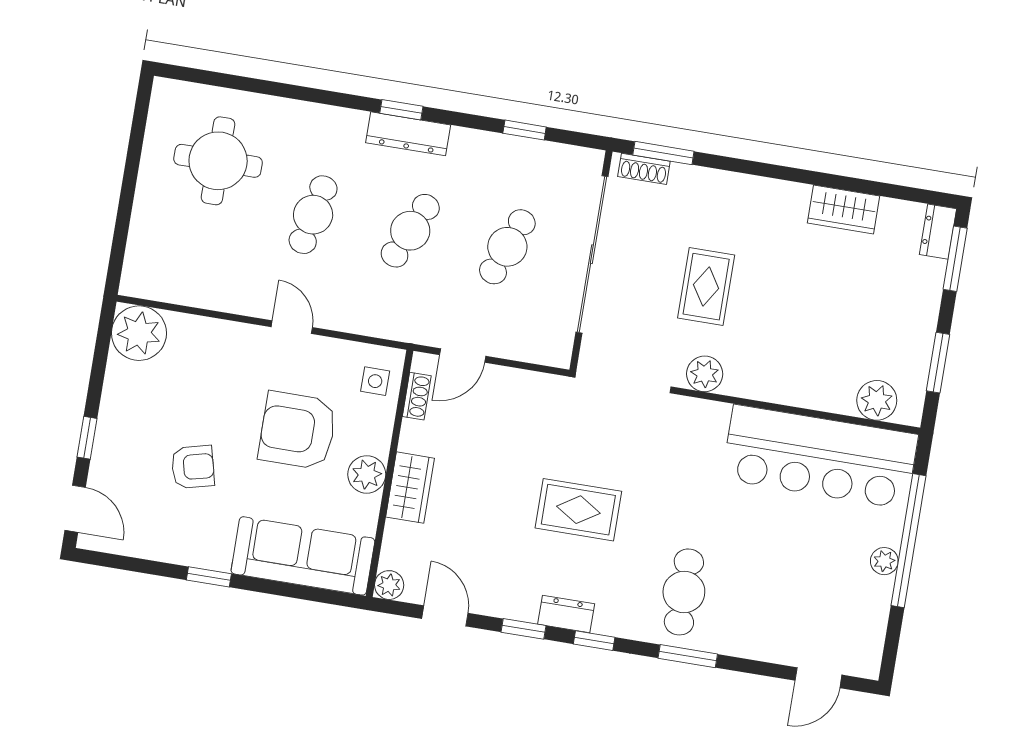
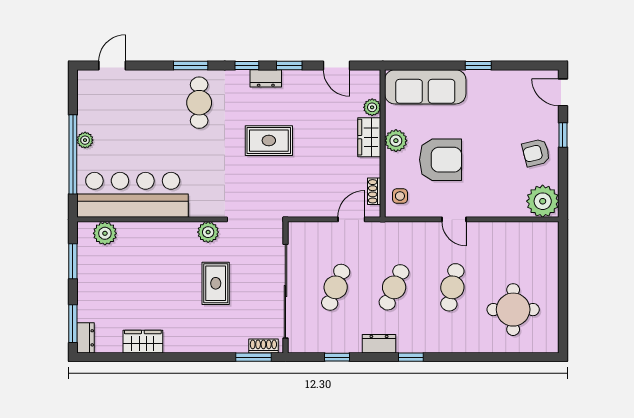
dresser: (408, 134) -> (379, 344), moved, width x0.70
armchair: (193, 467) -> (536, 153), moved
plant: (389, 585) -> (372, 107), moved

